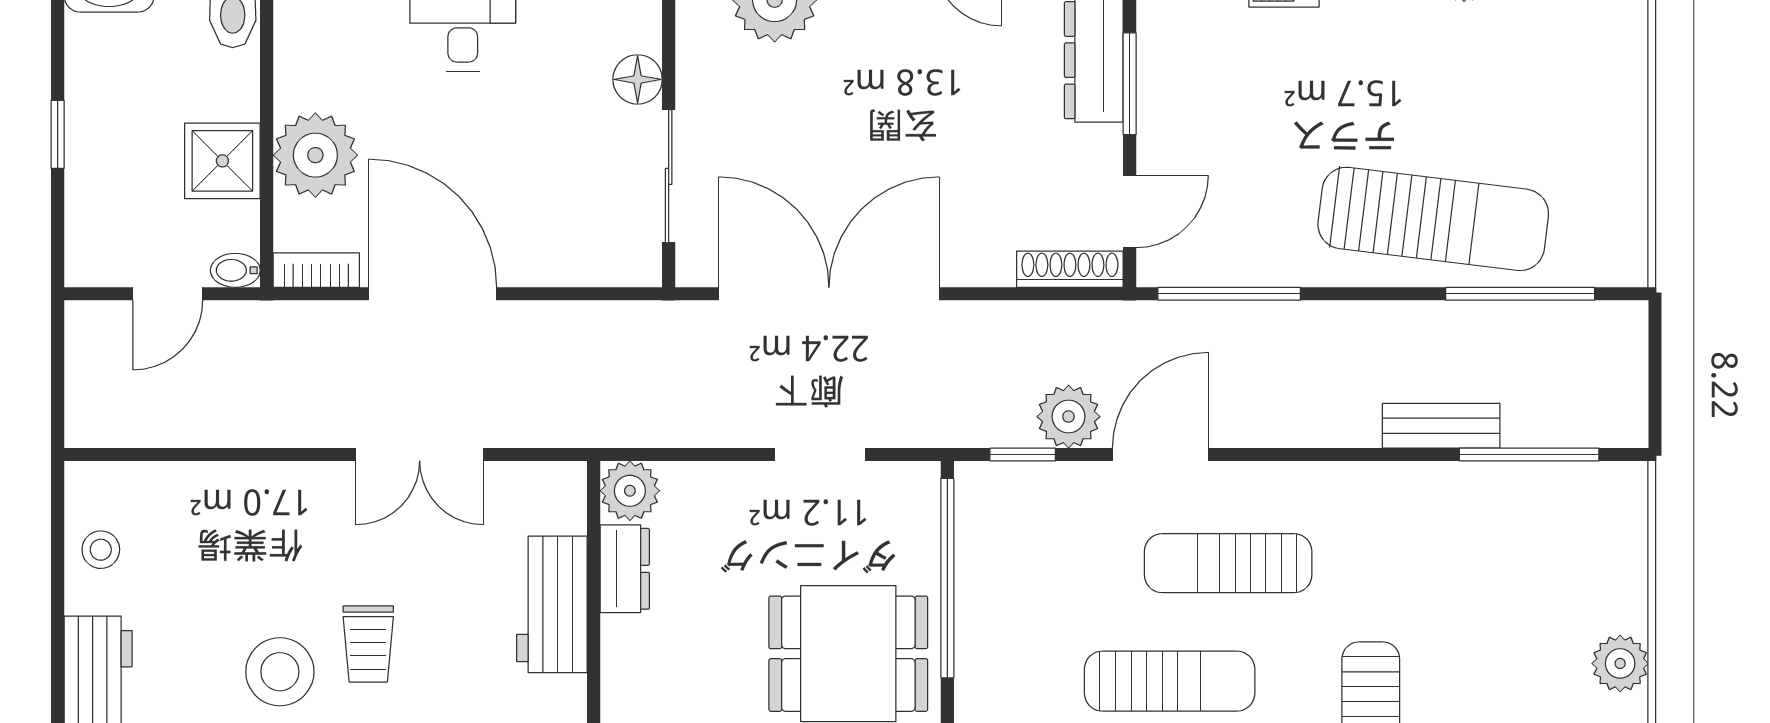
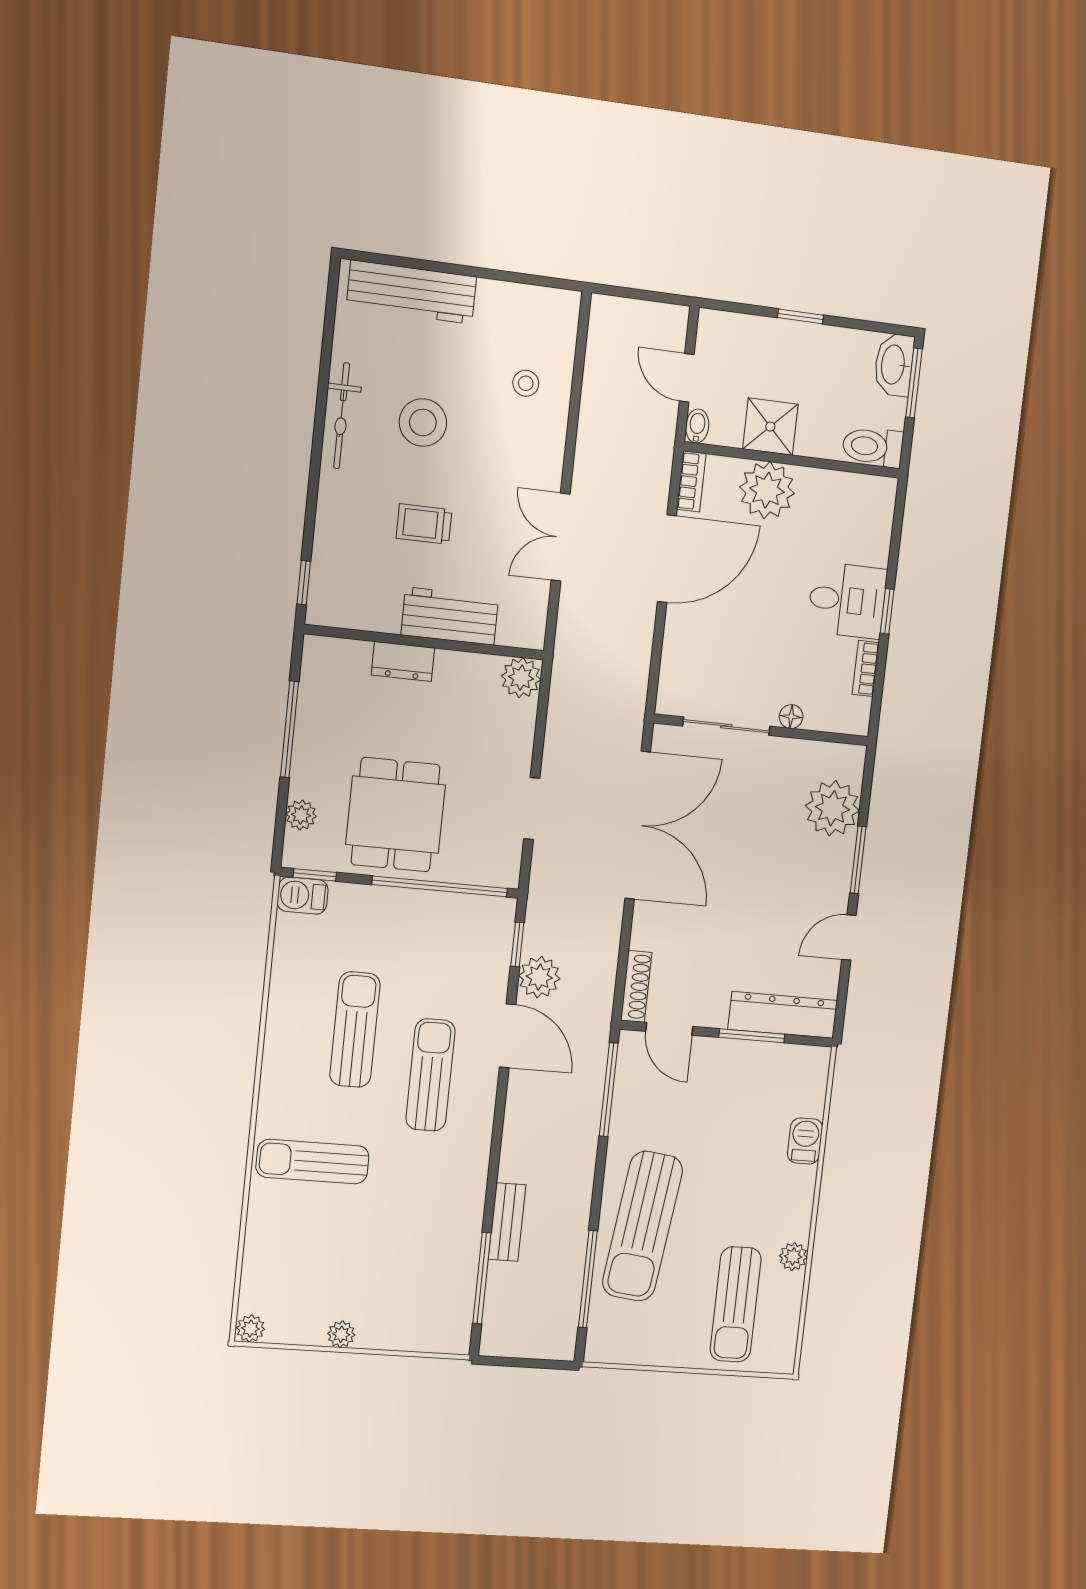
sun lounger: (1544, 61) -> (736, 1304), added
floor lamp: (638, 79) -> (791, 717), width x0.73, depth x0.73
stool: (101, 550) -> (526, 383), moved
dresser: (625, 569) -> (403, 661), moved
trolley: (368, 644) -> (424, 524), moved
plant: (1620, 663) -> (341, 1334), width x0.73, depth x0.73
sun lounger: (1170, 681) -> (355, 1030), turned 180

